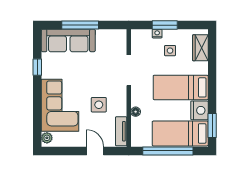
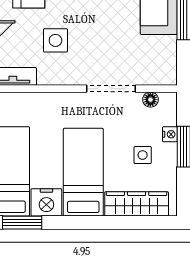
wardrobe: (200, 48) -> (137, 204), width x1.50
floor lamp: (136, 112) -> (150, 100), moved

